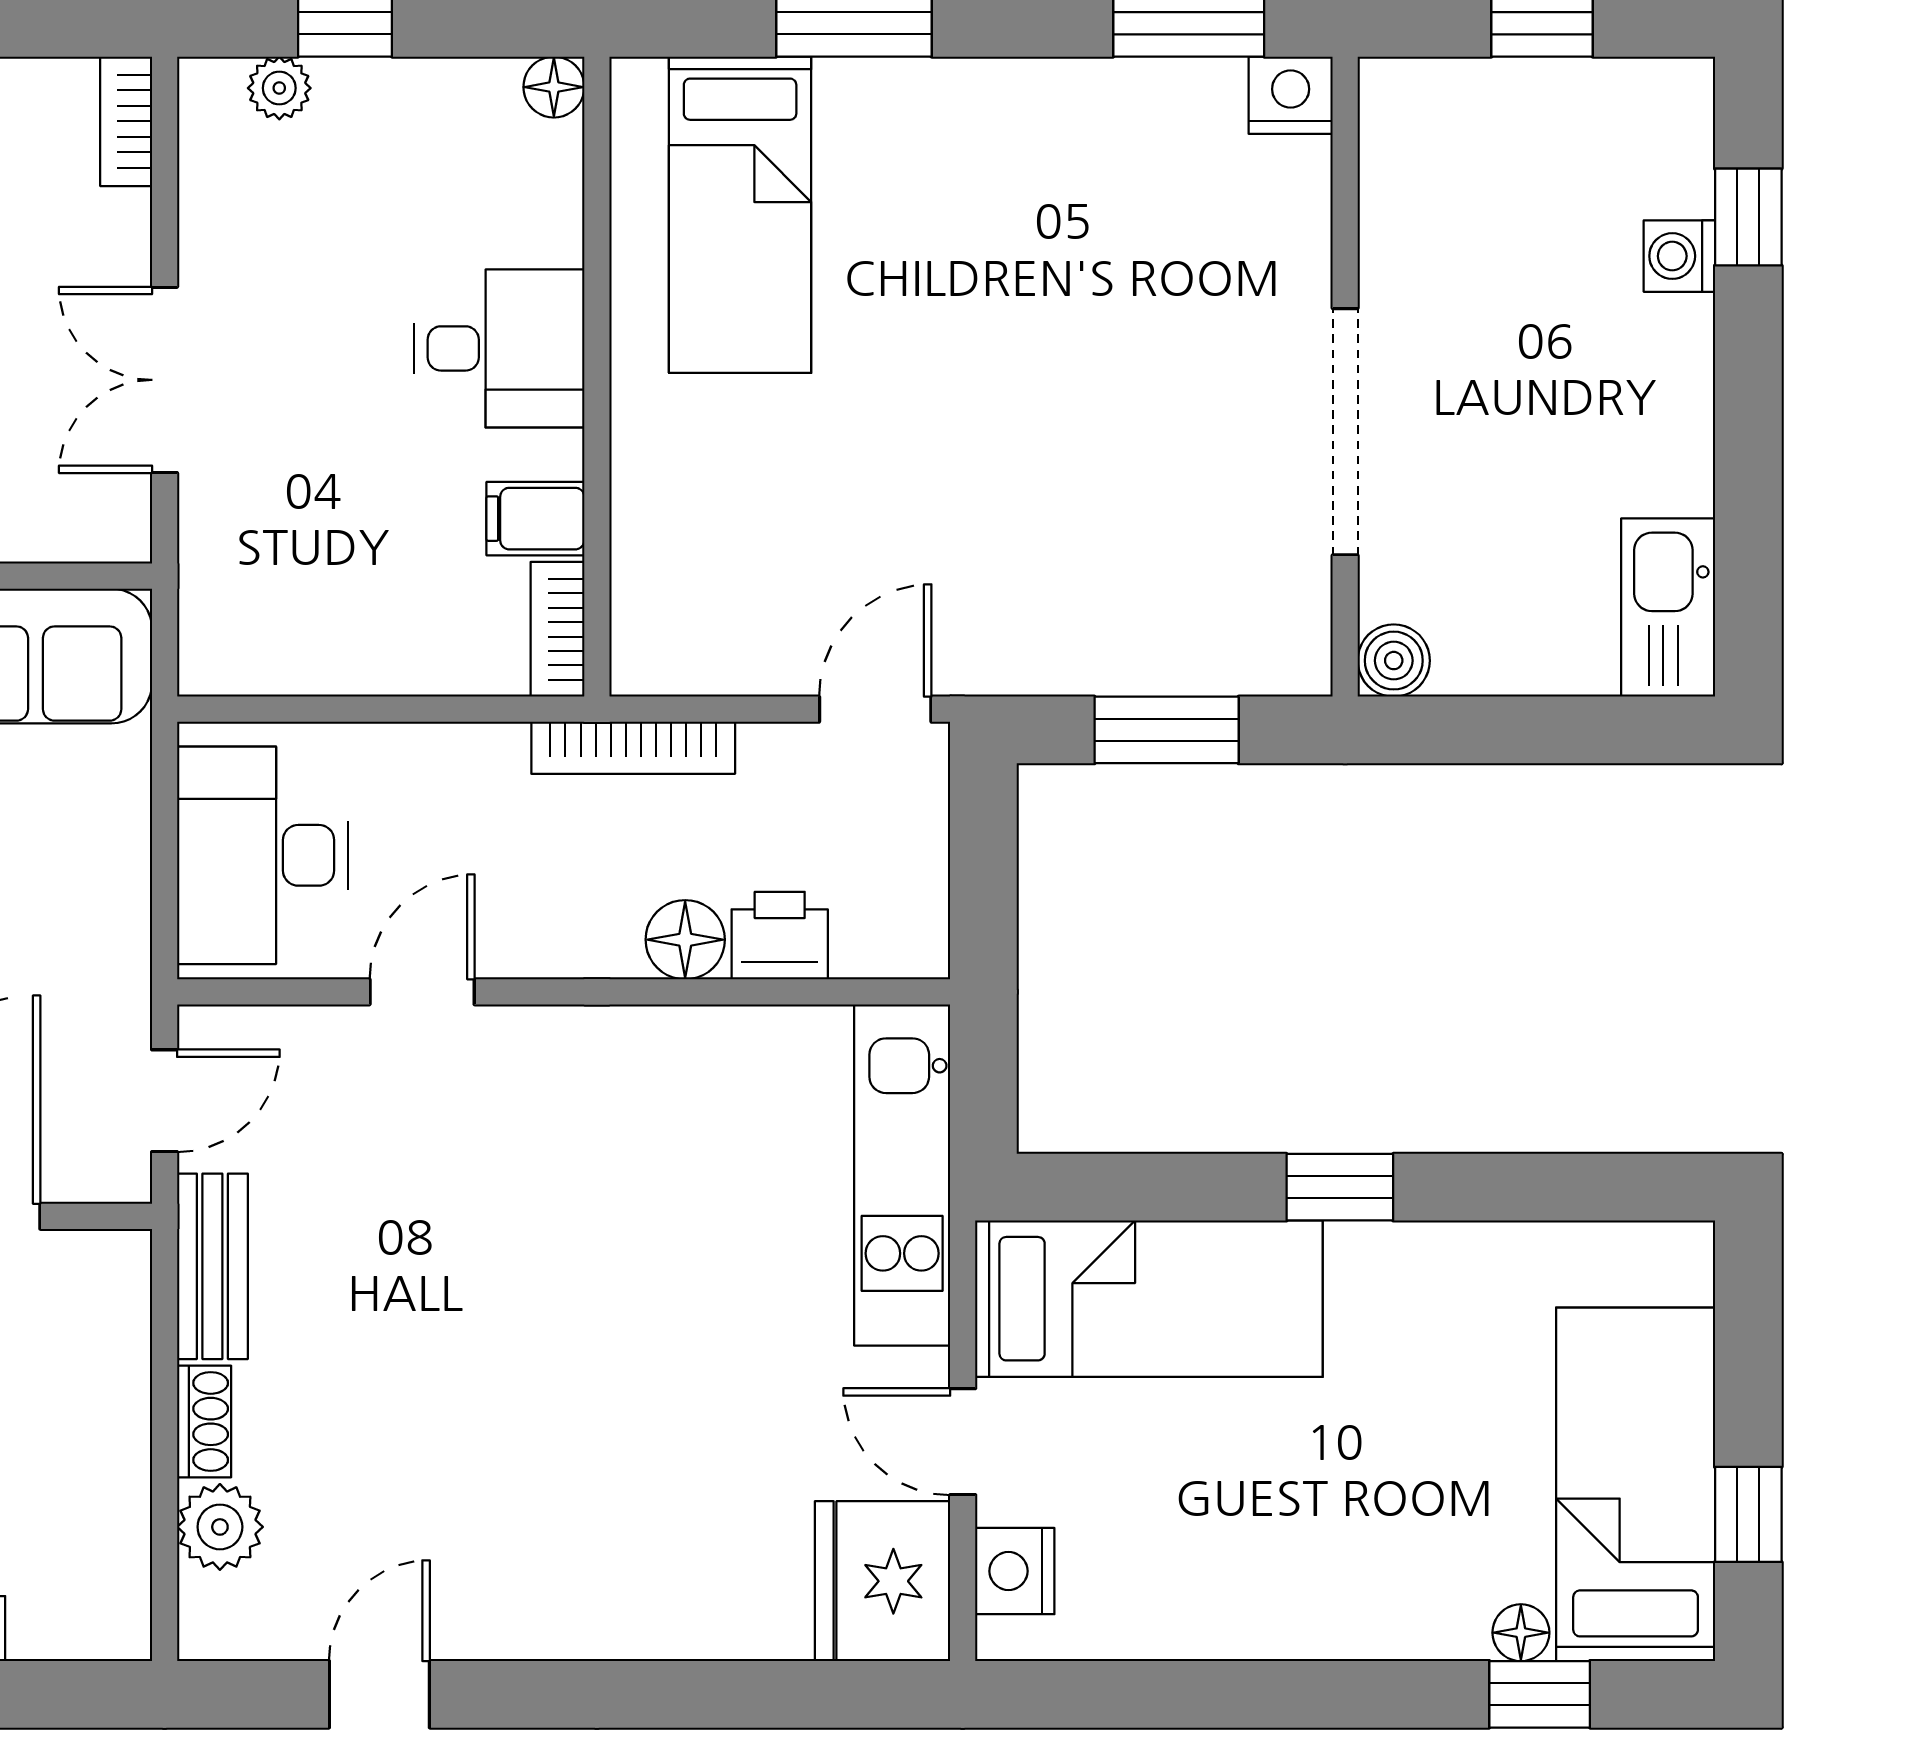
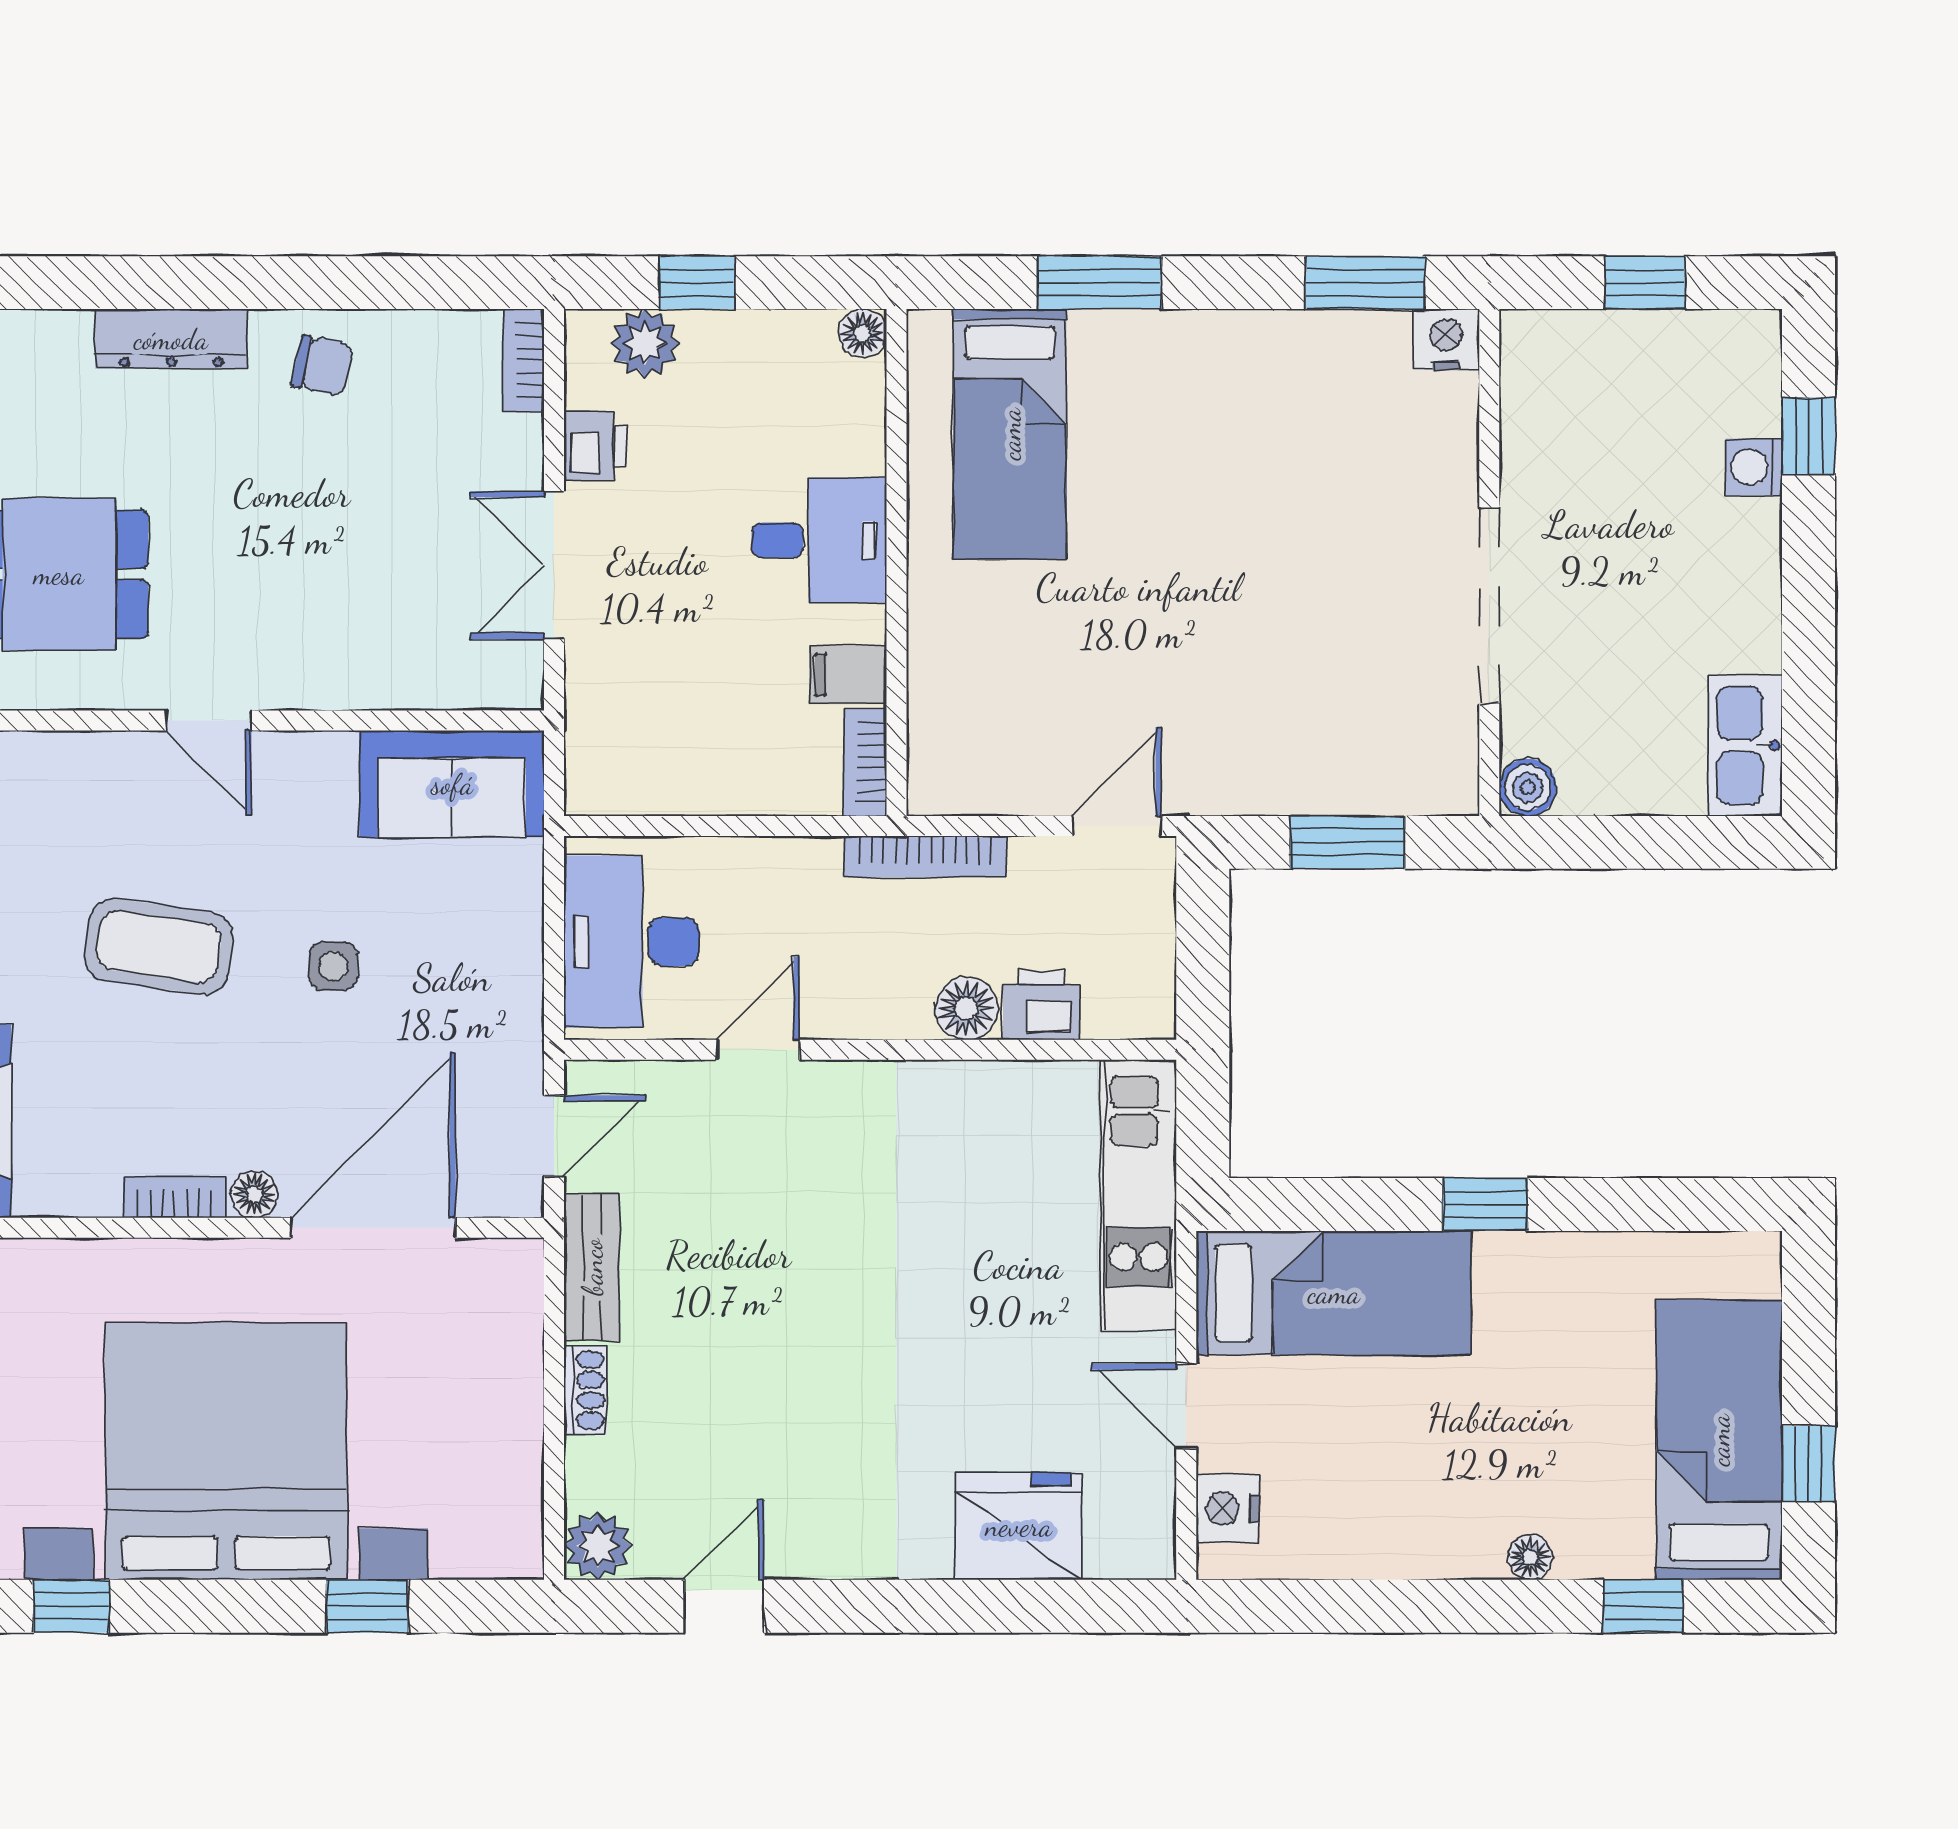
plant: (279, 88) -> (645, 343), width x1.38, depth x1.38
printer: (217, 229) -> (595, 446), added
plant: (220, 1527) -> (598, 1546), moved
fridge: (882, 1581) -> (1019, 1526), moved, turned 90
floor lamp: (1521, 1633) -> (1530, 1557), moved

